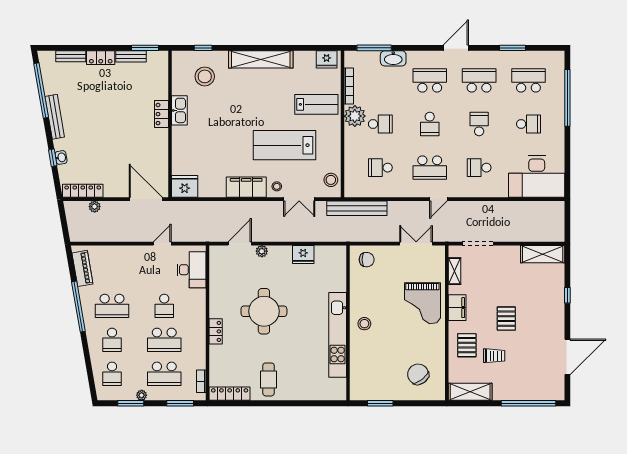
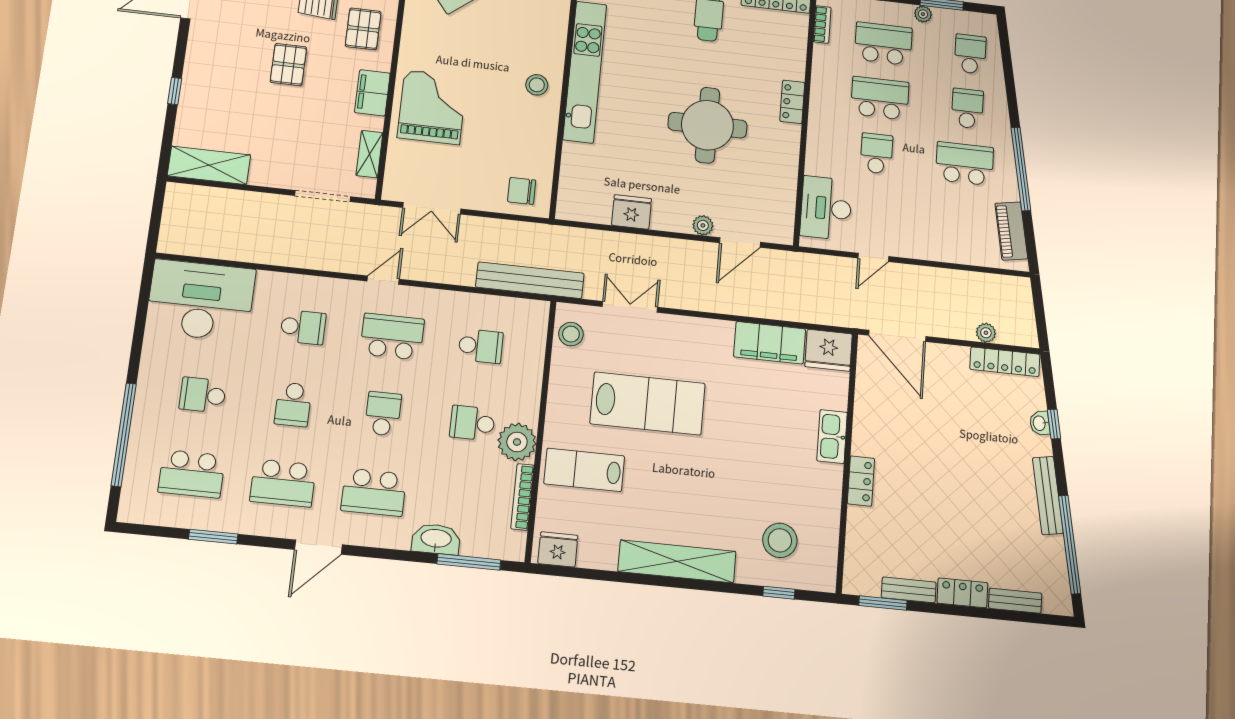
kitchen sink: (179, 110) -> (832, 437), moved
stool: (277, 186) -> (667, 333), removed
filing cabinet: (246, 187) -> (770, 343), moved

